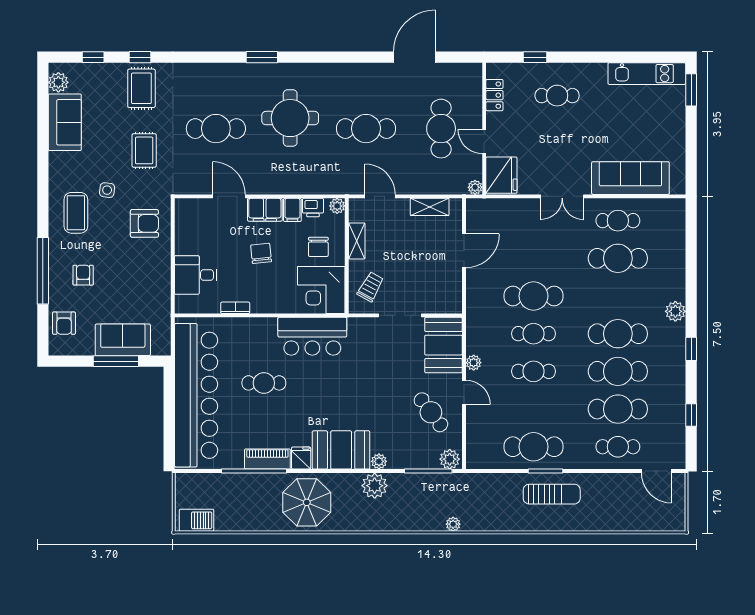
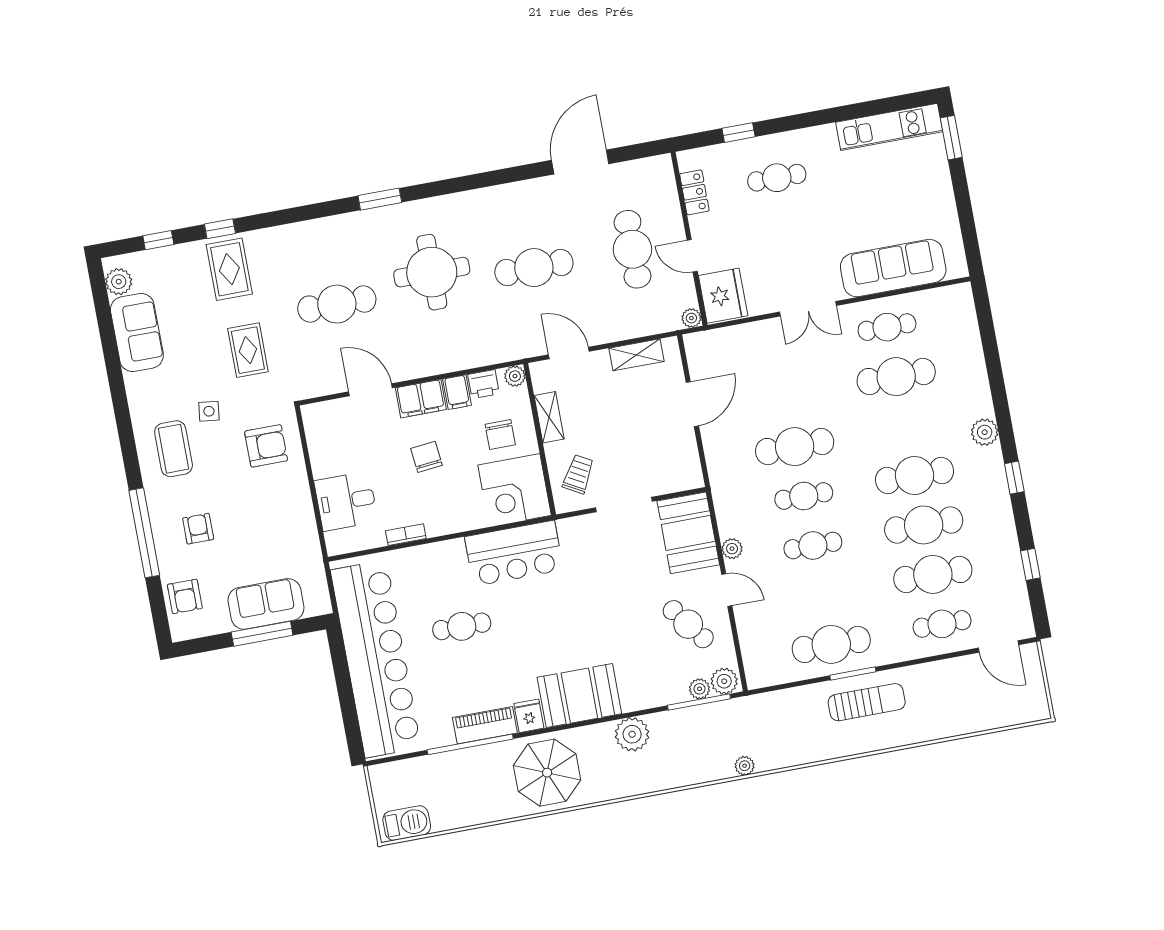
plant: (379, 461) -> (700, 689), moved

